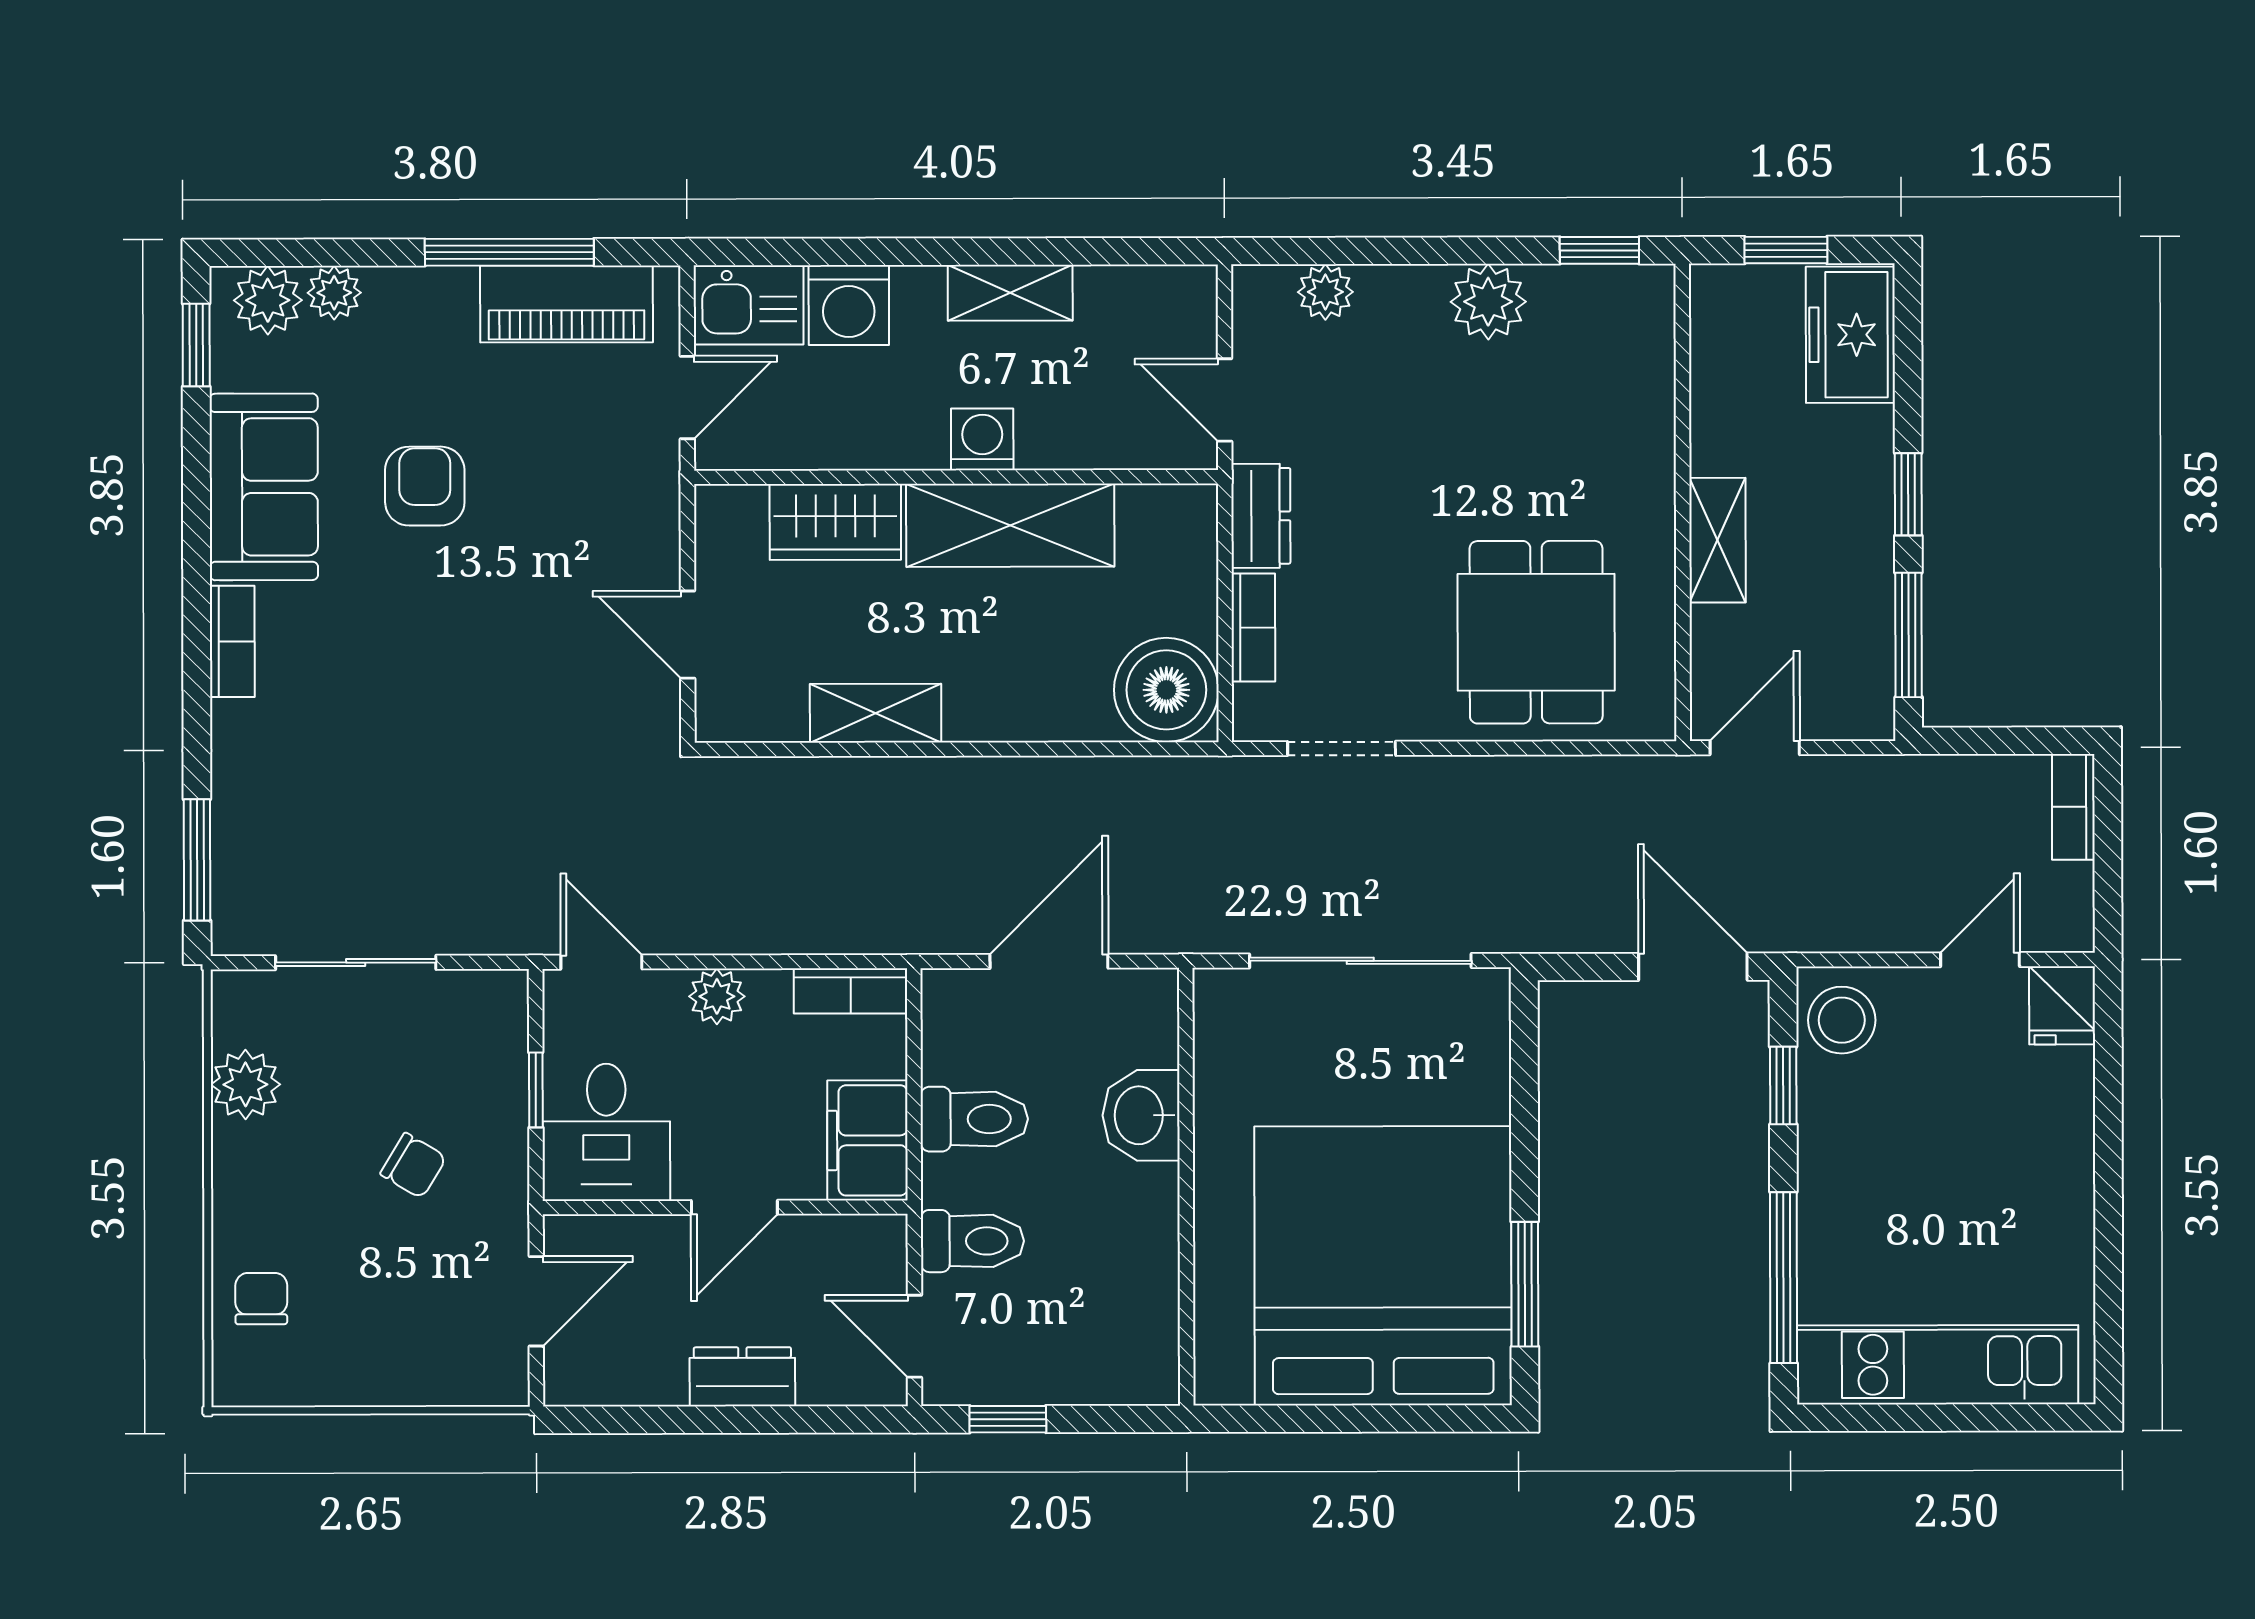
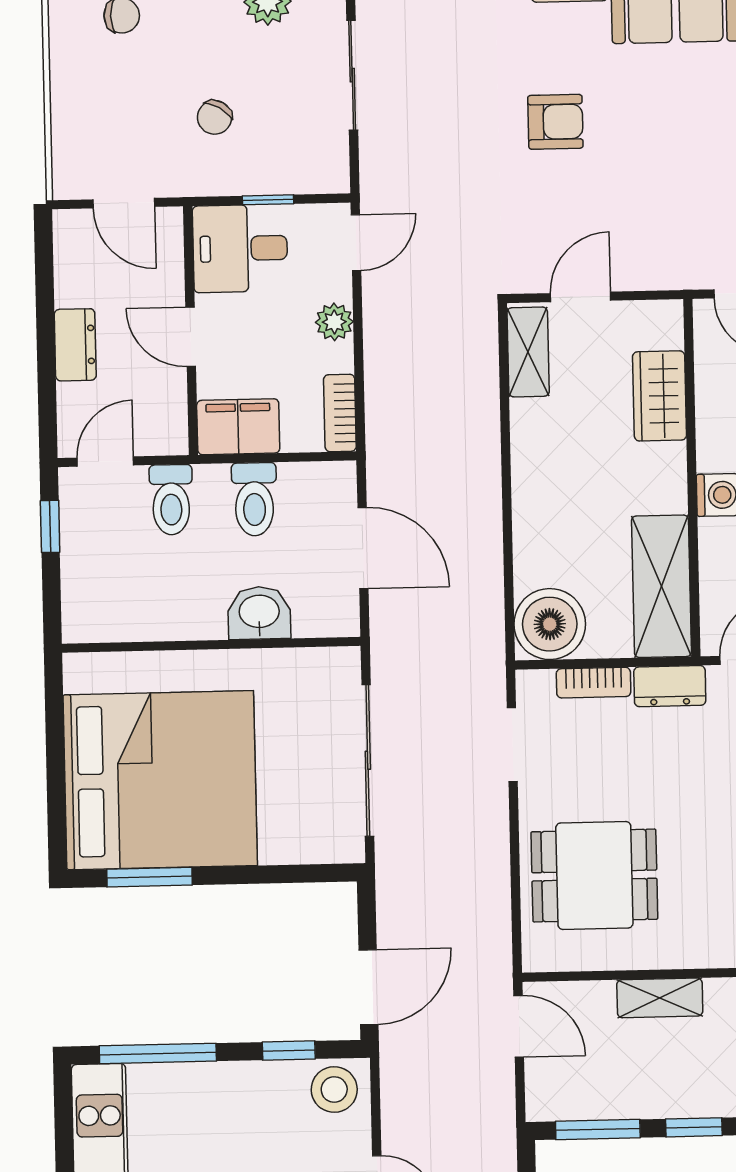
armchair: (425, 486) -> (555, 122), moved
shelving: (1010, 525) -> (661, 586), moved
shelving: (876, 713) -> (528, 352), moved

